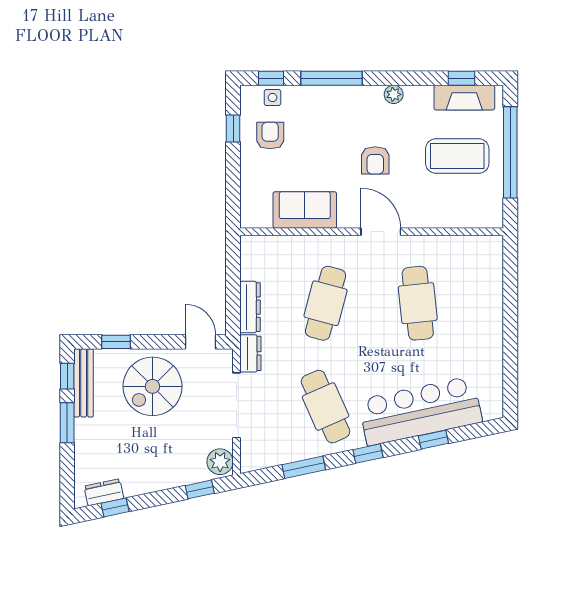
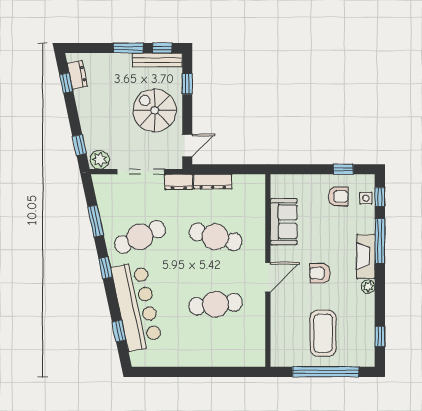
fireplace: (464, 98) -> (366, 256), moved
window: (433, 440) -> (119, 331), moved

